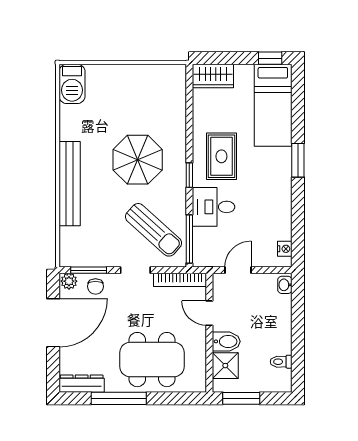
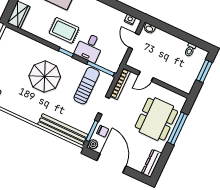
bench: (70, 184) -> (63, 130), moved
sun lounger: (154, 230) -> (87, 86), turned -42
door: (238, 270) -> (134, 41), moved
bidet: (226, 341) -> (165, 74), removed
shower: (225, 366) -> (178, 81), removed
window: (119, 398) -> (178, 128), moved
window: (241, 398) -> (204, 71), moved

